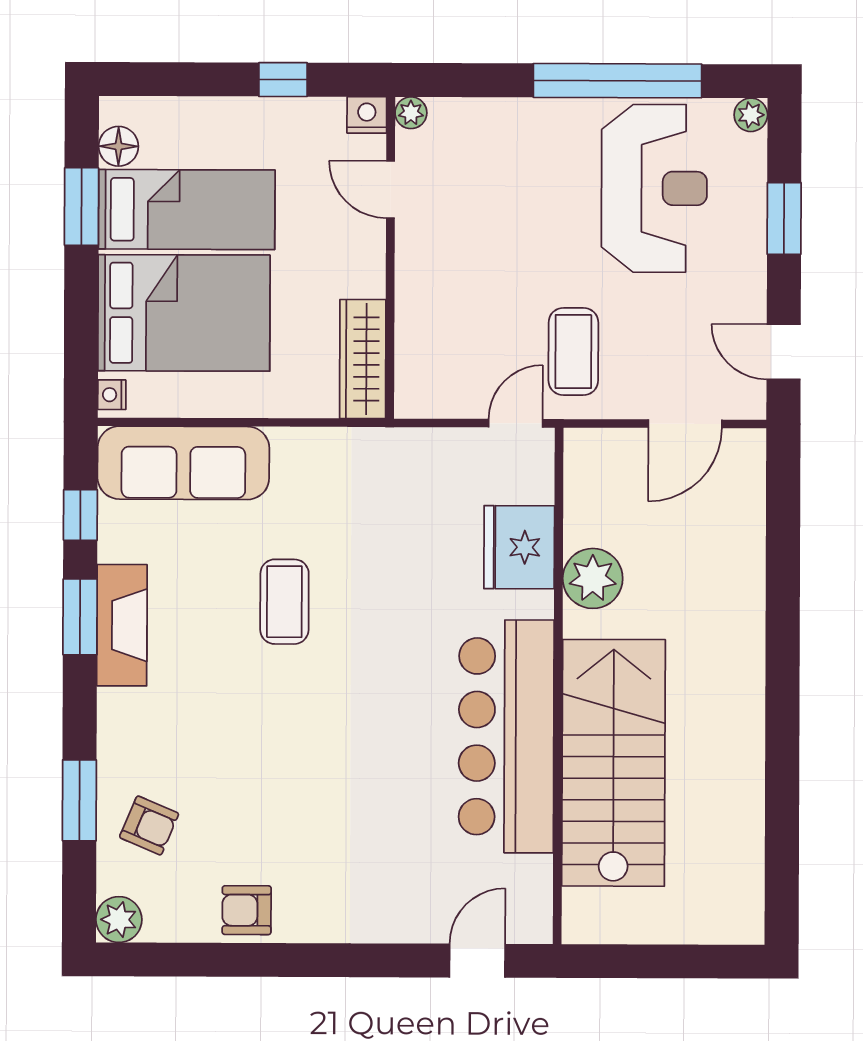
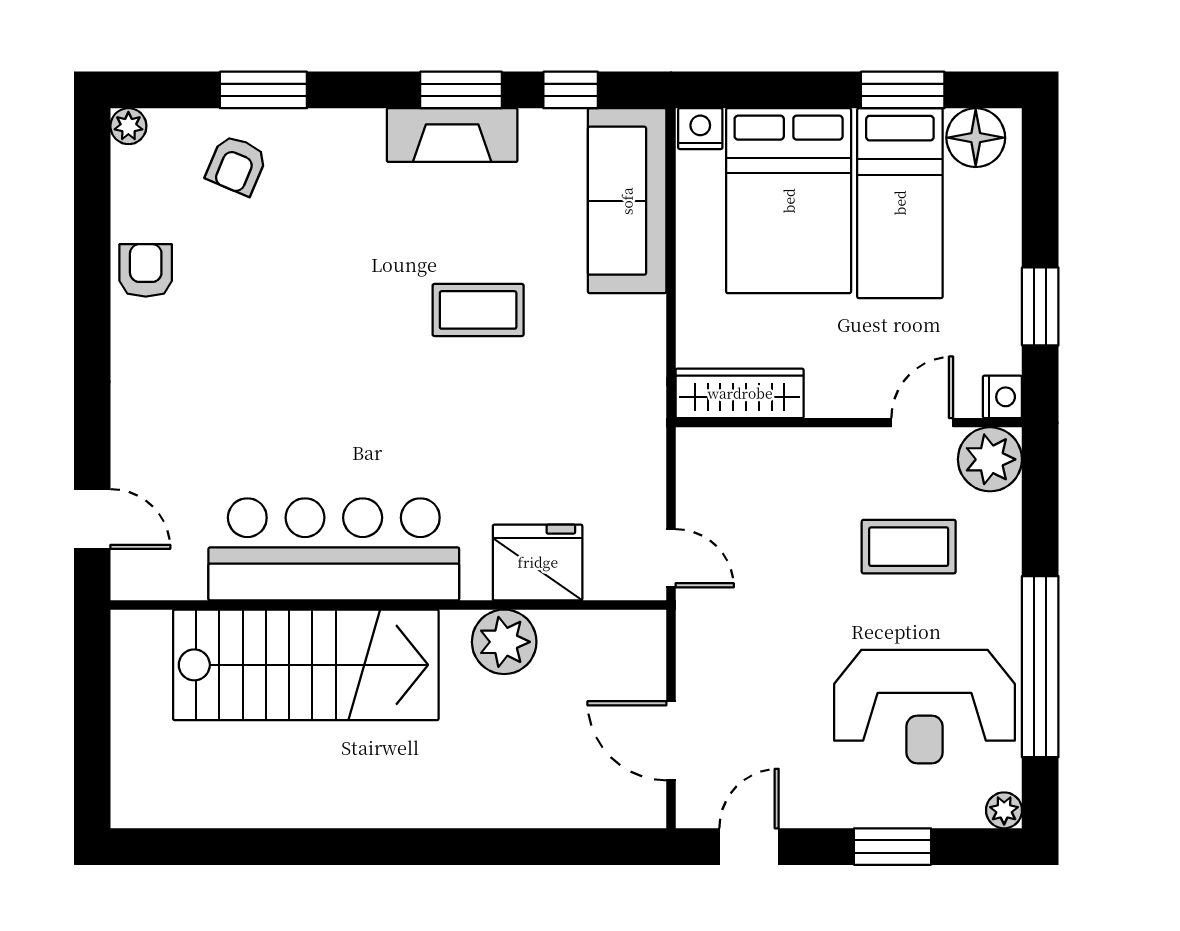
window: (283, 80) -> (1040, 306), width x1.50
plant: (411, 113) -> (990, 459), width x1.88, depth x1.88
floor lamp: (118, 146) -> (976, 138), width x1.38, depth x1.38
coffee table: (573, 351) -> (909, 547), moved
nightstand: (112, 395) -> (700, 129), width x1.39, depth x1.35
plant: (119, 920) -> (128, 126), width x0.73, depth x0.73

